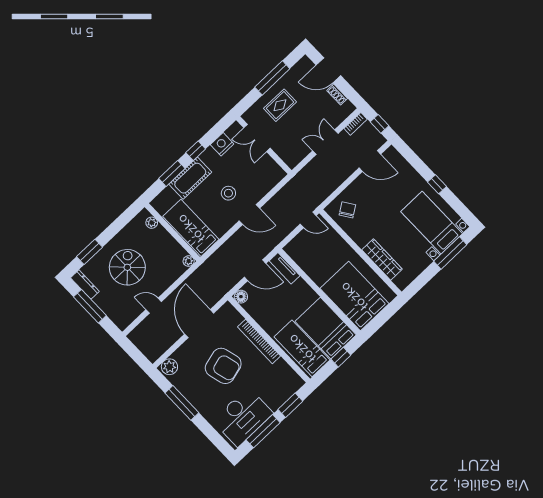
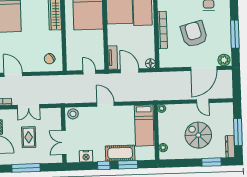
rug: (280, 105) -> (29, 137), moved, turned 90
double door: (257, 138) -> (64, 142), swing flipped
stool: (228, 193) -> (73, 114), moved
door: (308, 220) -> (89, 72), moved
spiral stairs: (127, 267) -> (198, 135), turned 90
door: (199, 324) -> (204, 68), moved

